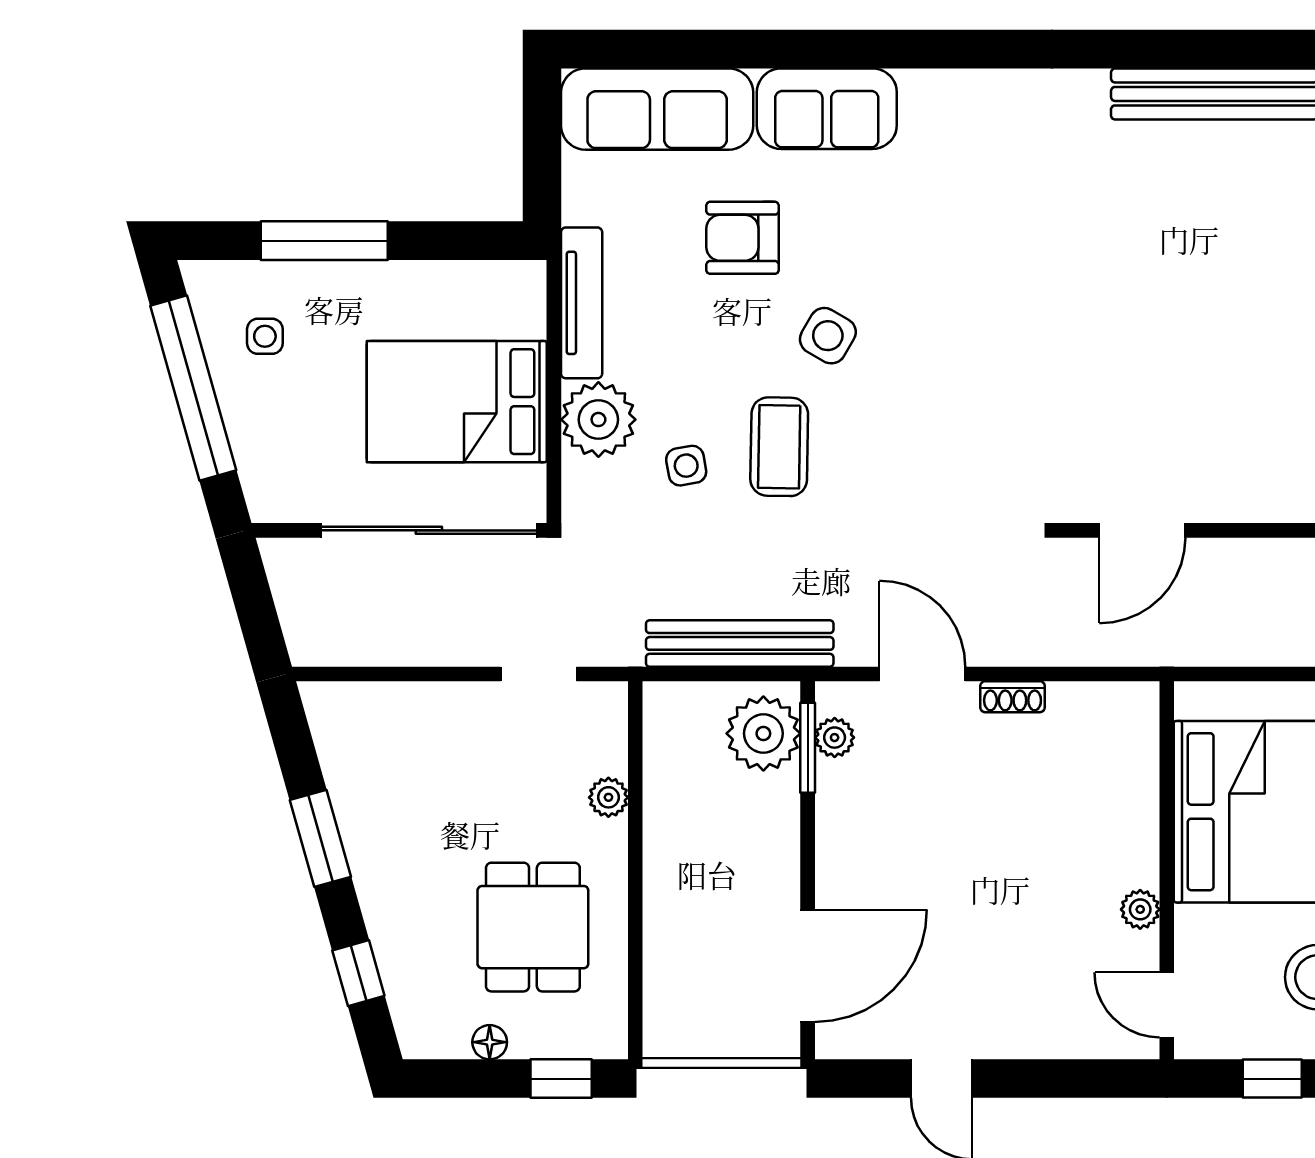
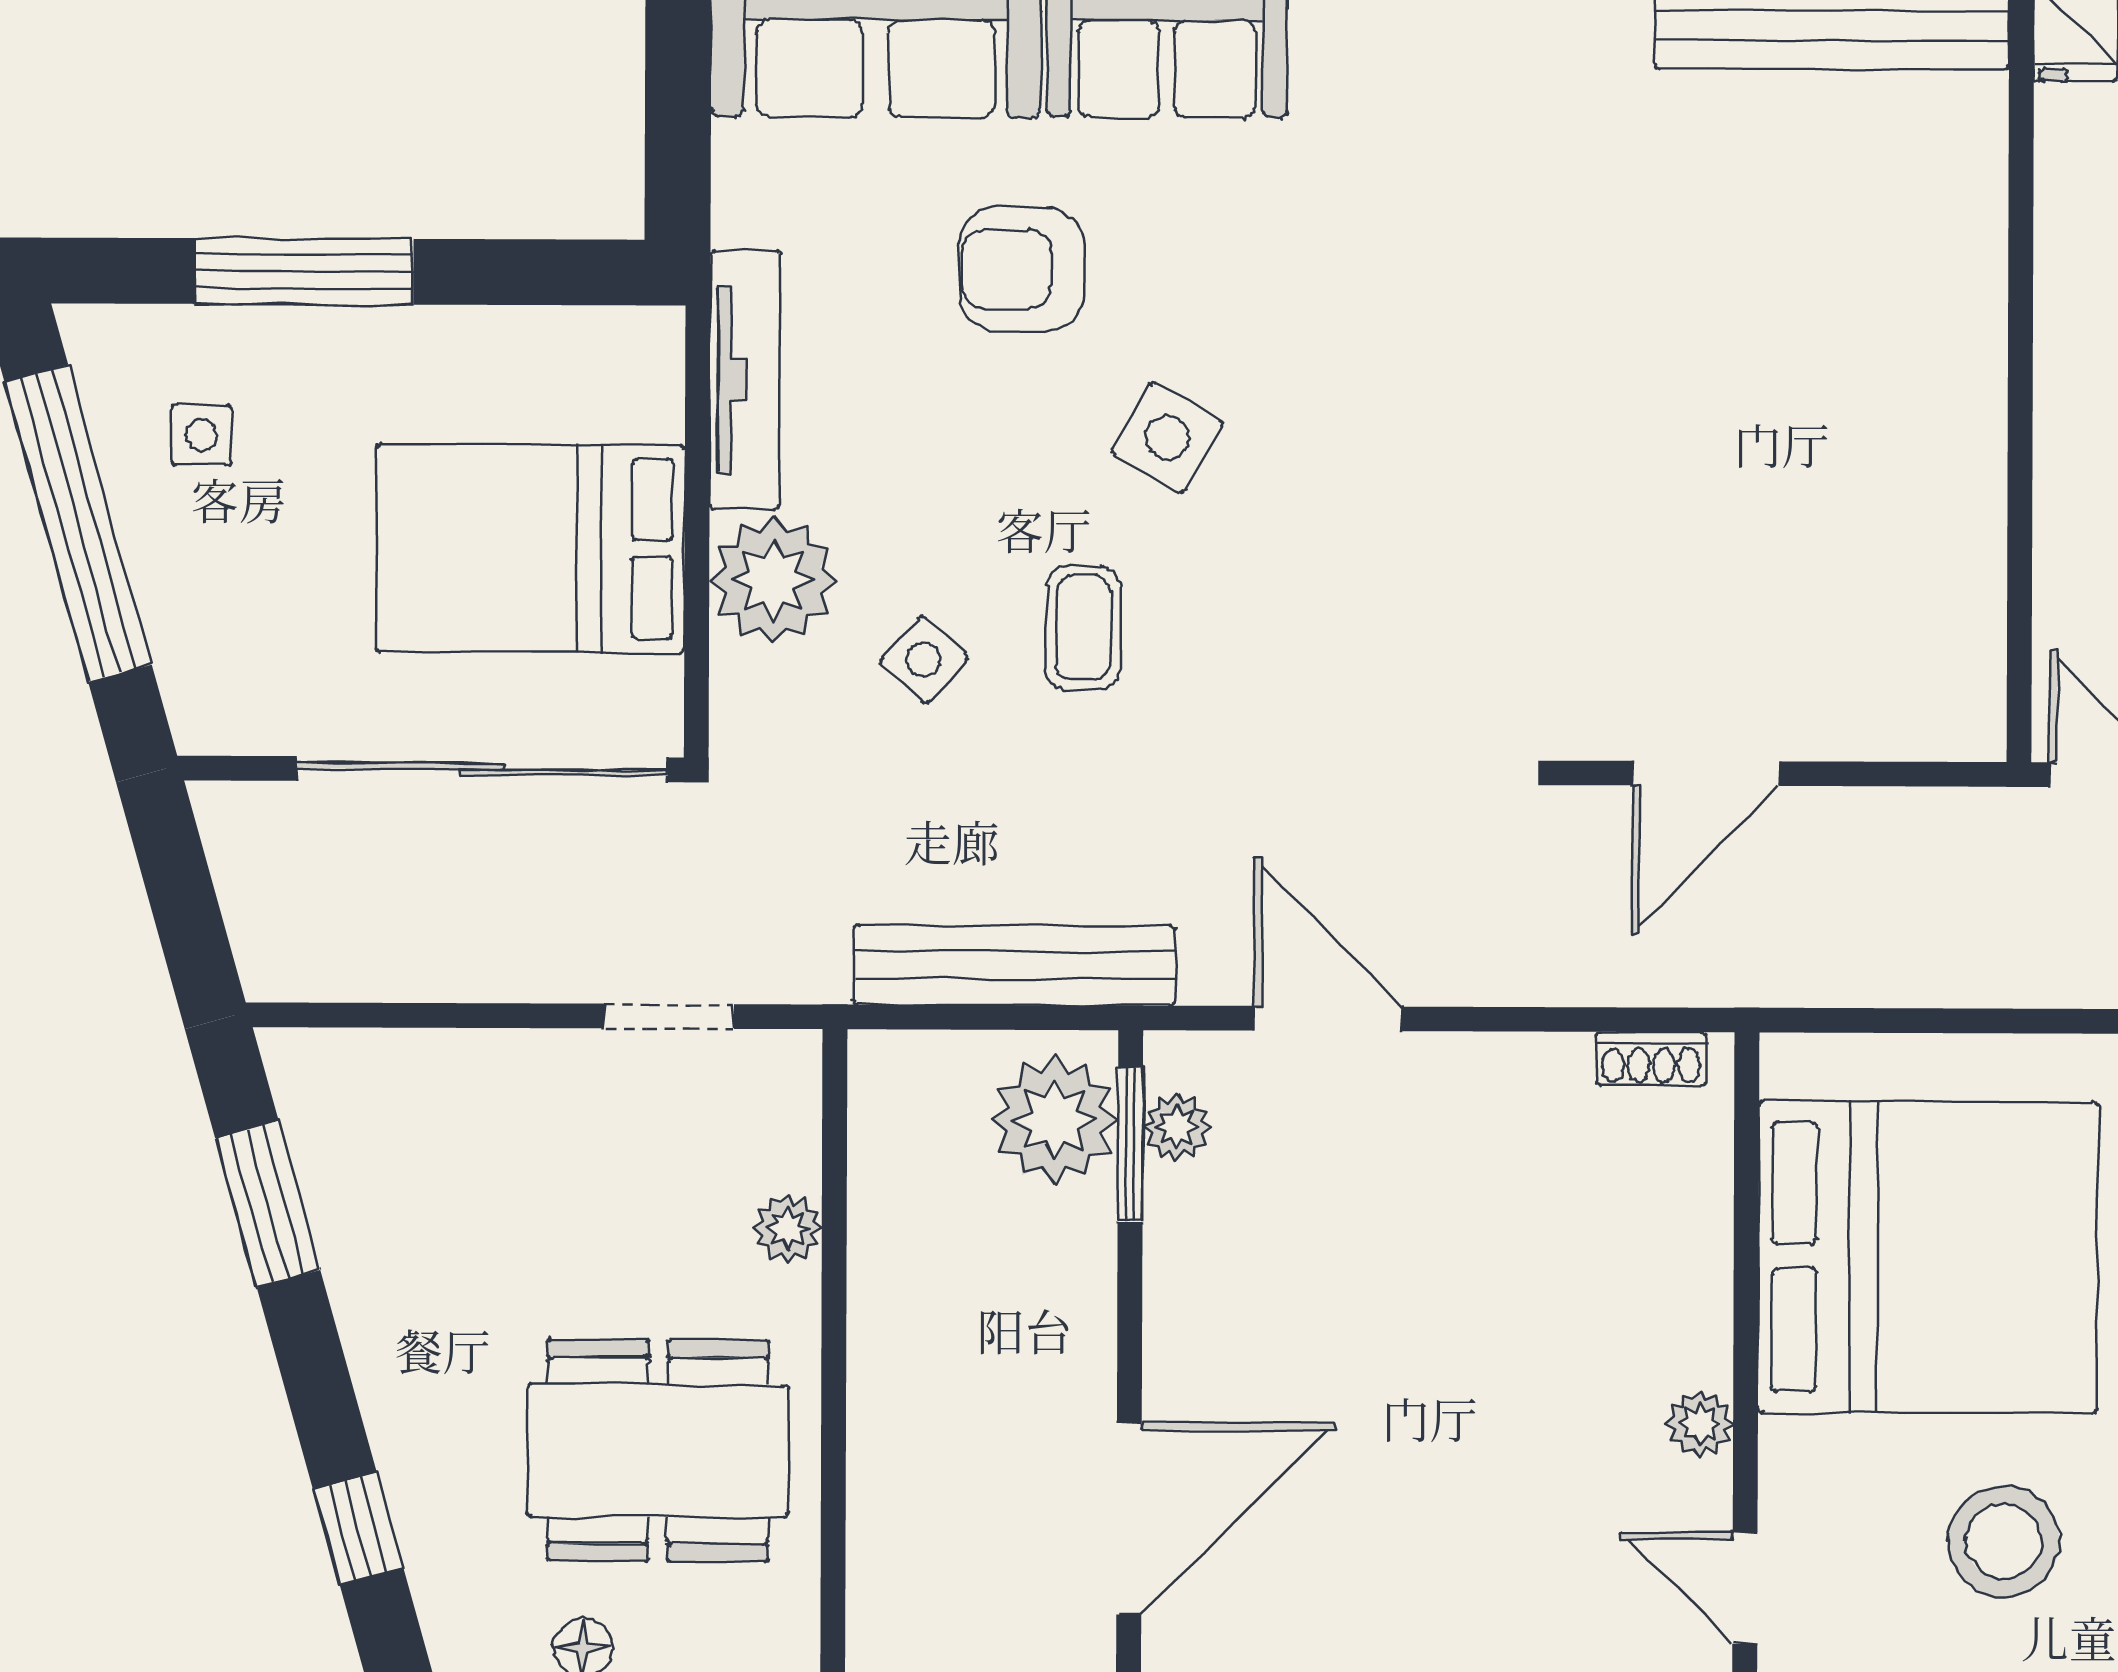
coffee table: (779, 447) -> (1083, 628), width x0.73, depth x0.77
side table: (686, 466) -> (924, 660), turned -38
shoe rack: (1013, 697) -> (1651, 1059), moved
window: (320, 838) -> (268, 1204), moved
dining table: (533, 927) -> (658, 1451), width x1.38

